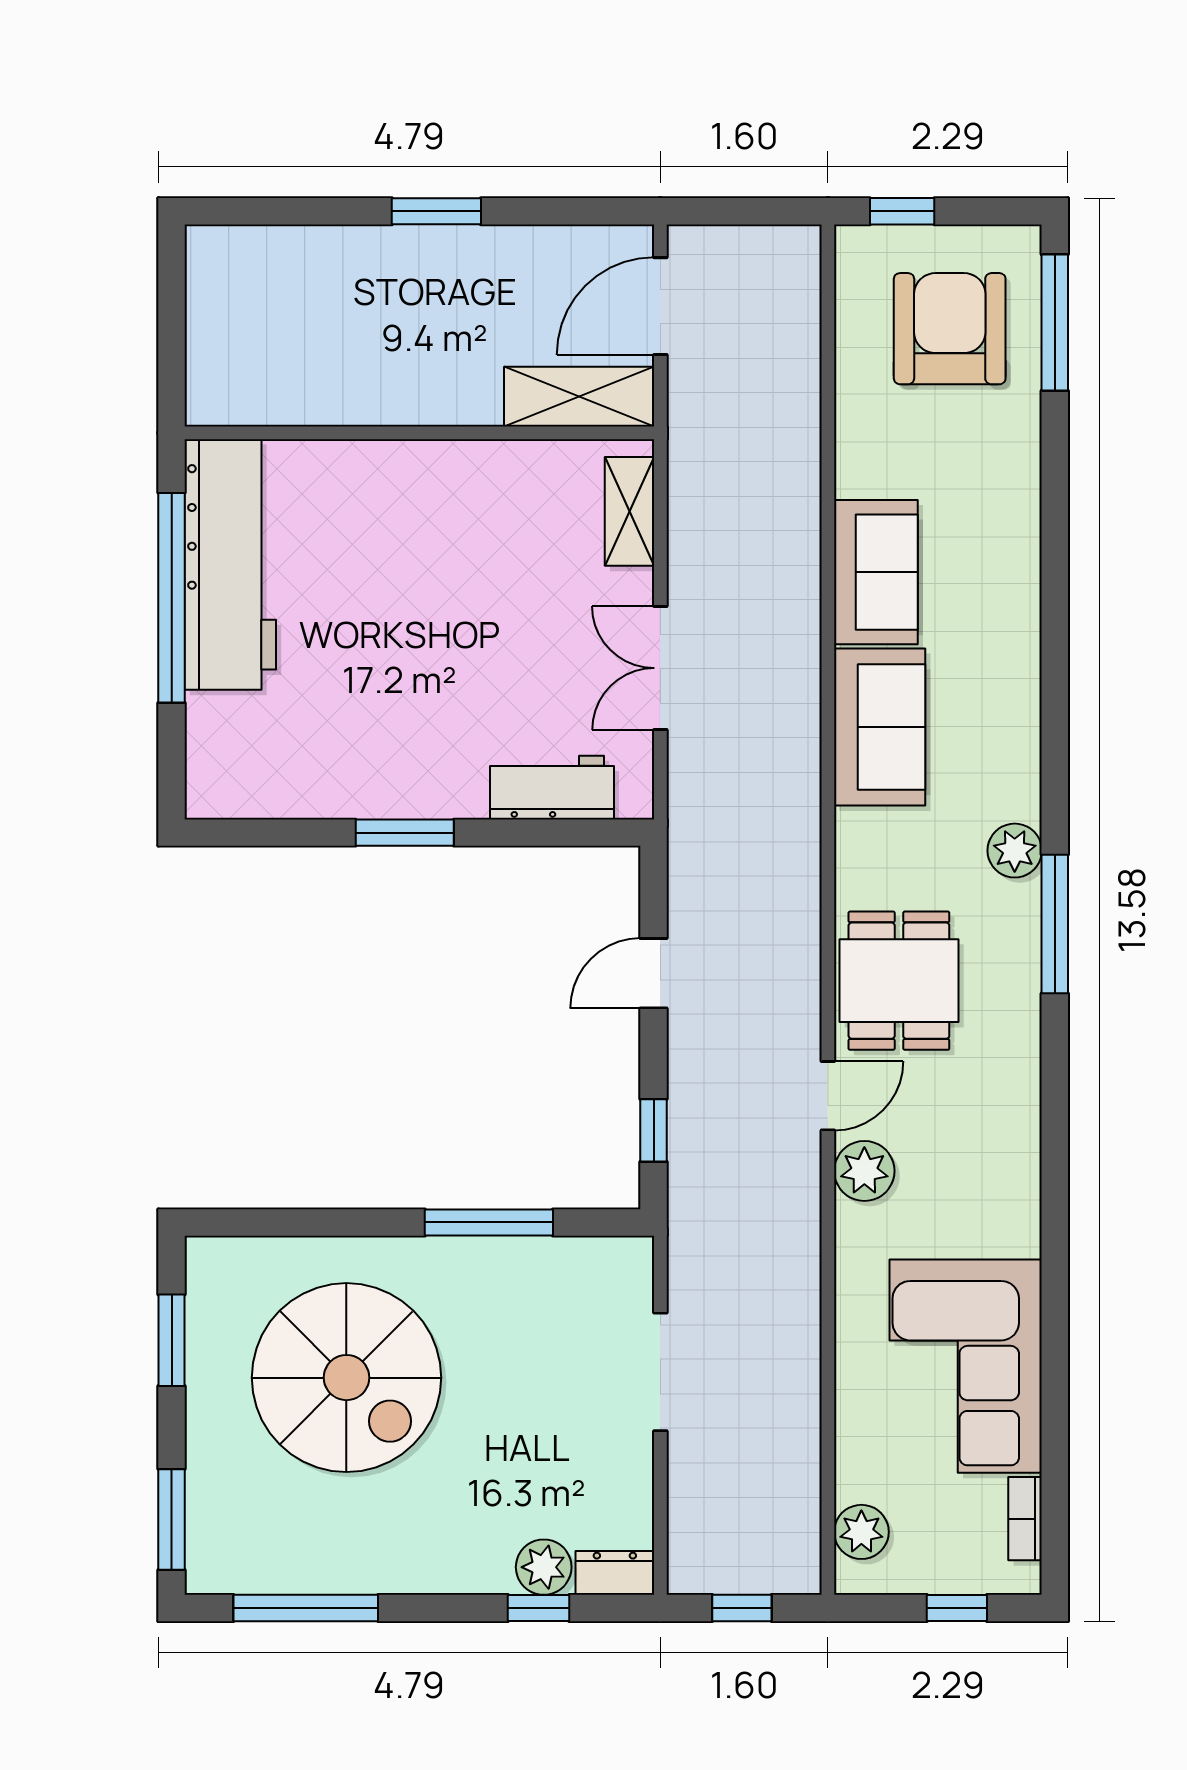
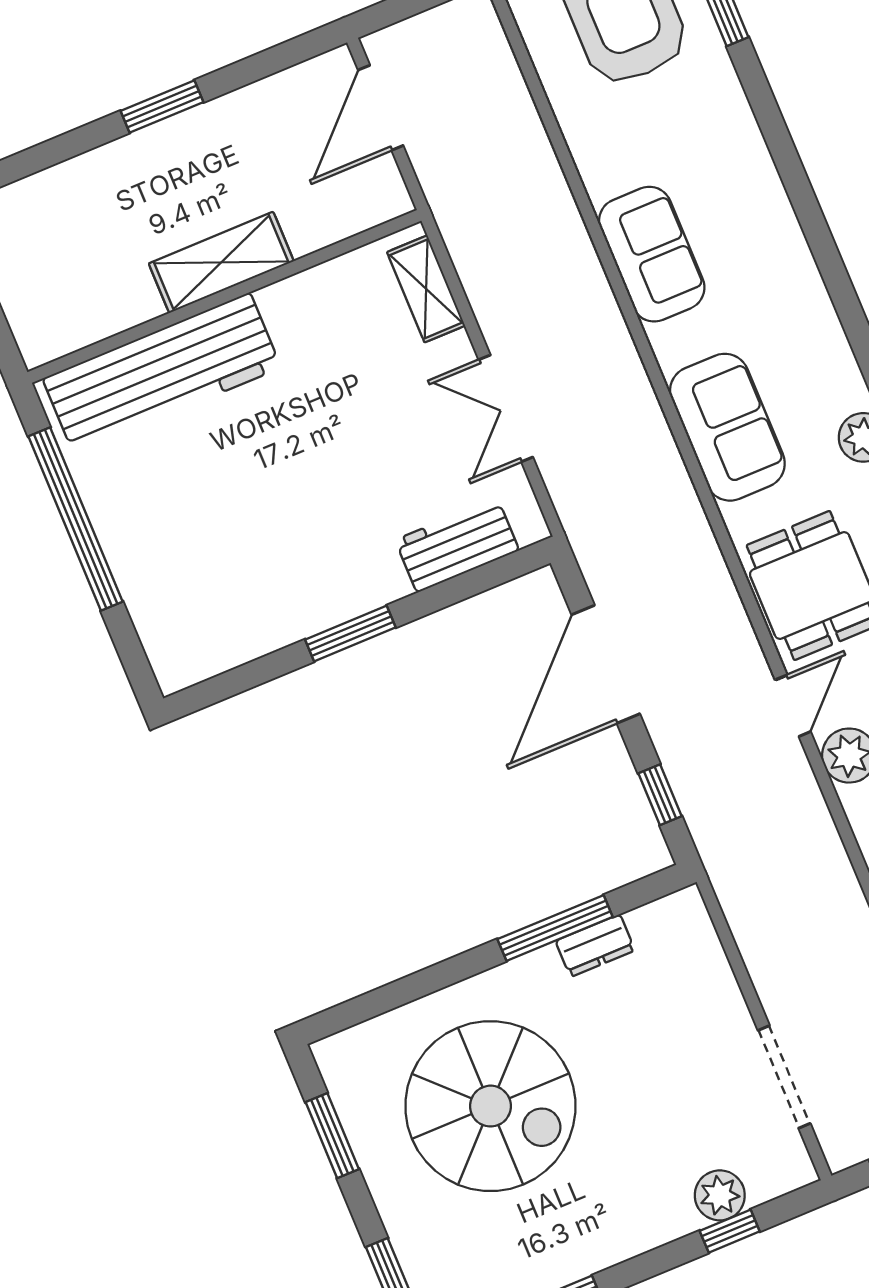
shelving: (579, 397) -> (221, 262), moved
workbench: (230, 564) -> (162, 373), moved, turned 90
sofa: (880, 727) -> (727, 427), moved
door: (654, 973) -> (606, 664), width x1.88
doorway: (660, 1372) -> (784, 1077), moved
dresser: (615, 1573) -> (595, 946), moved, turned 180

